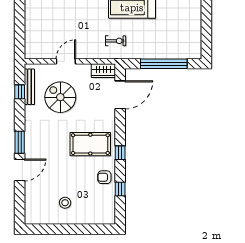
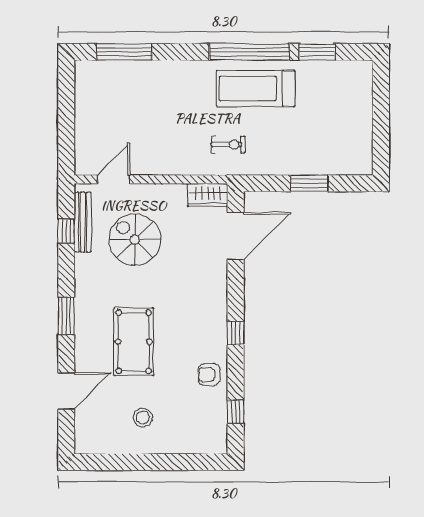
door: (66, 61) -> (114, 179), moved
window: (164, 64) -> (309, 183), width x0.47
pool table: (90, 144) -> (134, 342), moved, turned 90
door: (20, 170) -> (66, 391), moved
window: (120, 189) -> (236, 412), moved

